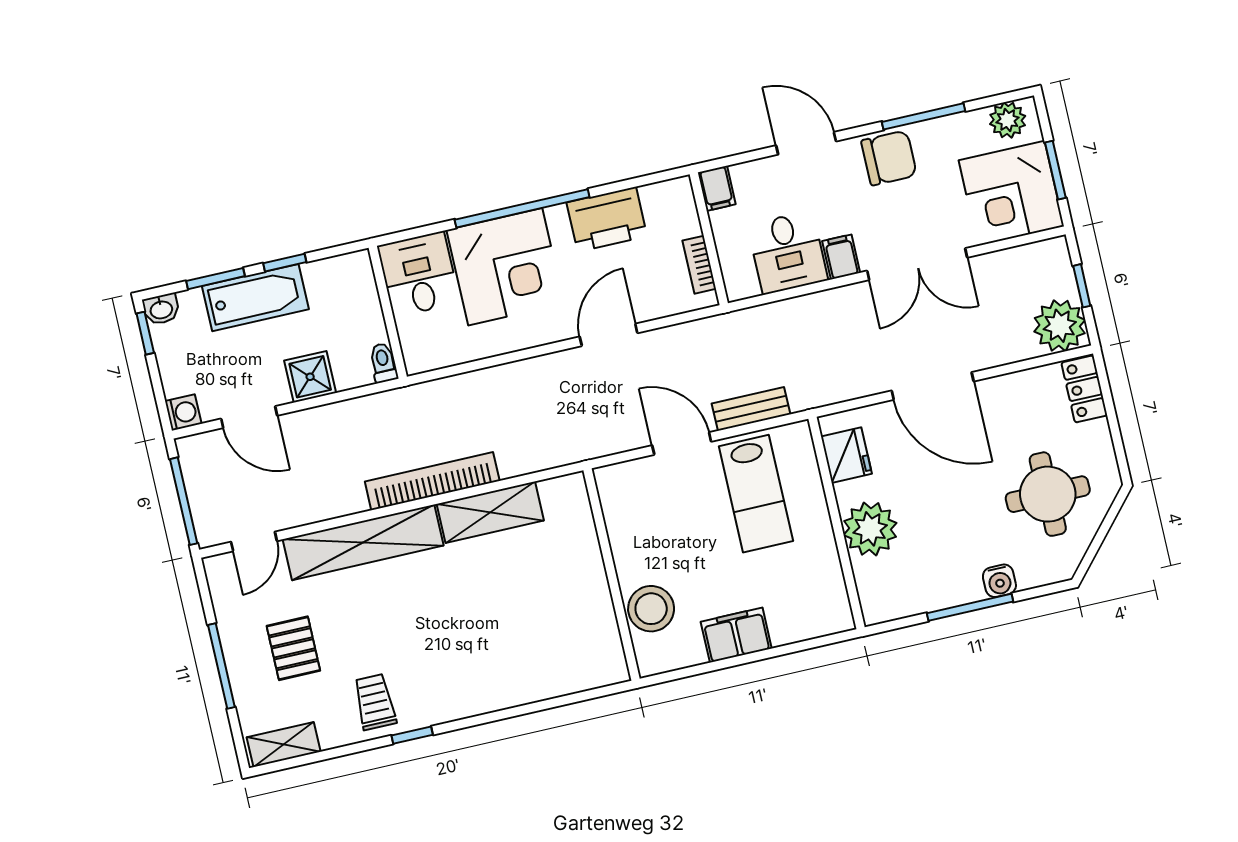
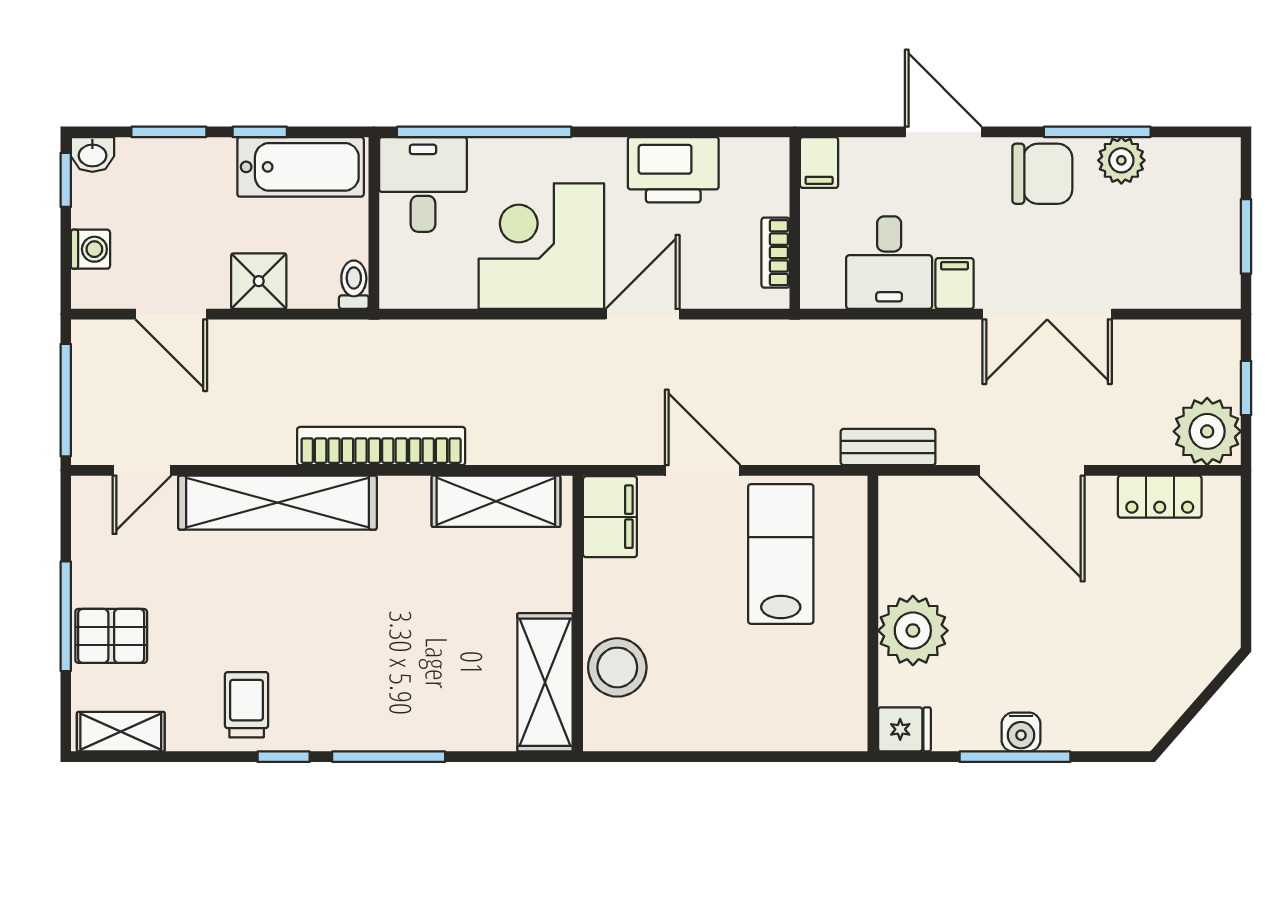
plant: (1008, 120) -> (1121, 160), moved
corner desk: (1011, 193) -> (1185, 253), removed
window: (522, 208) -> (484, 132), moved
corner desk: (505, 267) -> (541, 246), moved, turned 180
bathtub: (255, 298) -> (301, 167), moved
locker: (1084, 389) -> (1160, 497), moved, turned -90
bench: (751, 409) -> (888, 447), moved
washing machine: (183, 412) -> (91, 249), moved
fridge: (846, 455) -> (904, 729), moved, width x0.72
lab bench: (756, 494) -> (781, 554), turned 180
round table: (1048, 494) -> (1144, 638), removed
shelving: (490, 512) -> (496, 501), moved
water cooler: (999, 581) -> (1021, 732), moved
shelving: (598, 633) -> (545, 682), added
filing cabinet: (736, 635) -> (610, 517), moved, turned 90
pallet: (293, 648) -> (111, 636), moved, turned 90
window: (492, 717) -> (389, 757), added

